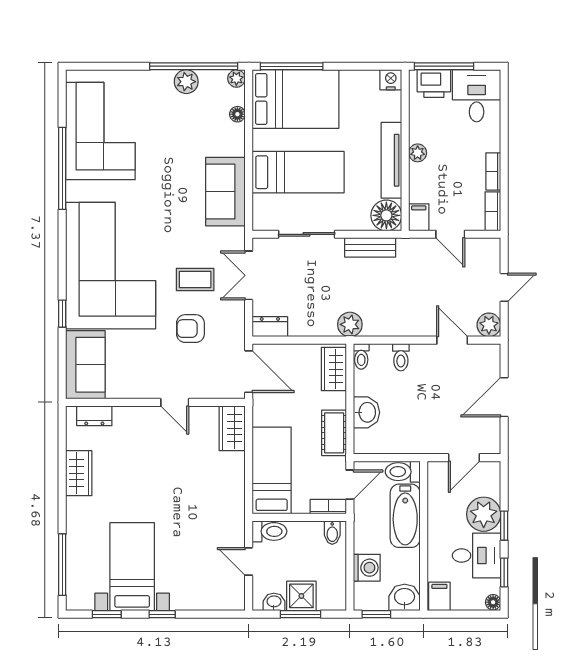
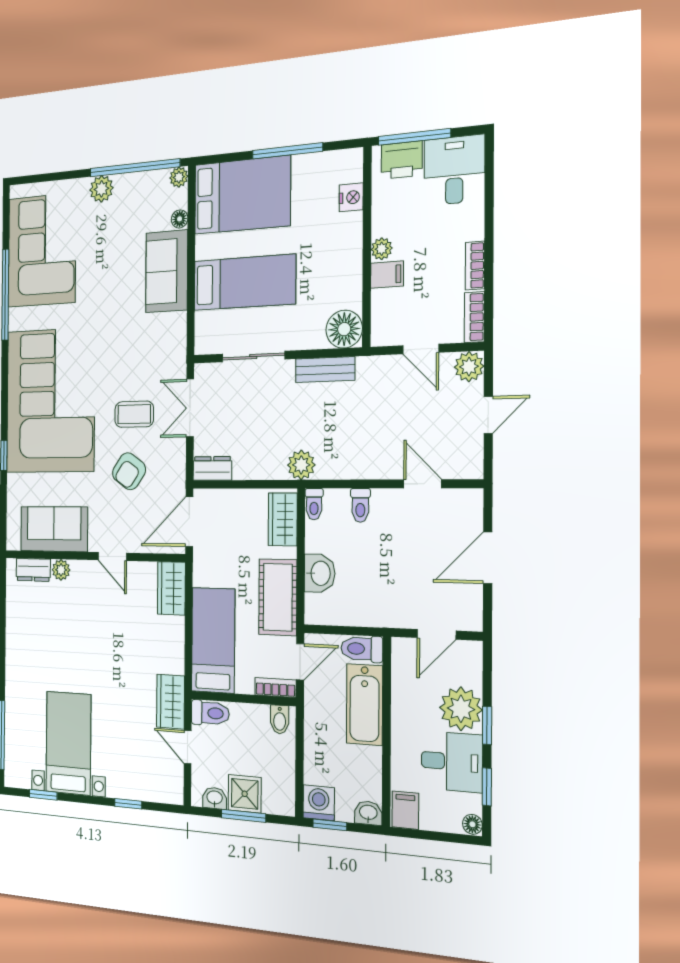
window: (292, 66) -> (287, 151), moved
nightstand: (391, 80) -> (351, 197), moved, turned 90
plant: (186, 82) -> (101, 189), moved
tv unit: (391, 160) -> (351, 260), removed
sofa: (225, 192) -> (167, 271), moved
filing cabinet: (419, 217) -> (387, 275), moved, turned 90
plant: (489, 325) -> (469, 367), moved
armchair: (190, 329) -> (129, 471), turned -55
sofa: (85, 365) -> (54, 529), moved, turned -90
door: (249, 372) -> (189, 522), swing flipped
plant: (123, 415) -> (61, 570), added
cot: (334, 433) -> (278, 597), width x1.37, depth x1.34
wardrobe: (79, 473) -> (170, 702), moved, turned 180
washing machine: (367, 568) -> (319, 803), moved, turned -90
washbasin: (405, 597) -> (368, 813), width x0.72, depth x0.69
window: (162, 614) -> (128, 804), moved

